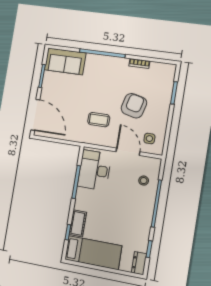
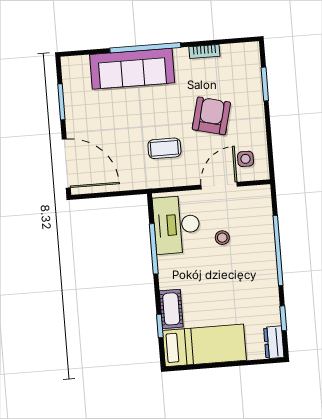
sofa: (65, 61) -> (132, 69), moved, width x1.36
door: (128, 152) -> (219, 186), hinge flipped
stool: (144, 181) -> (222, 238), moved

